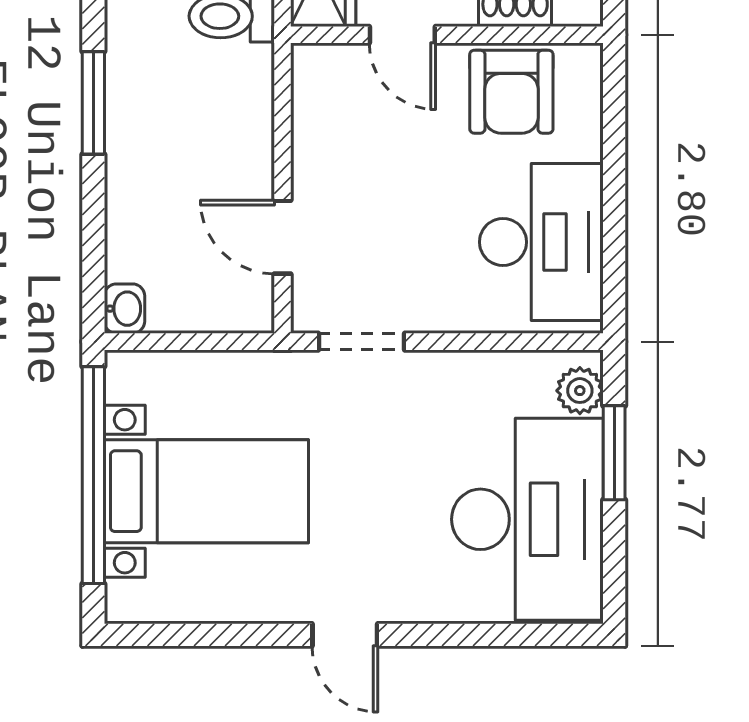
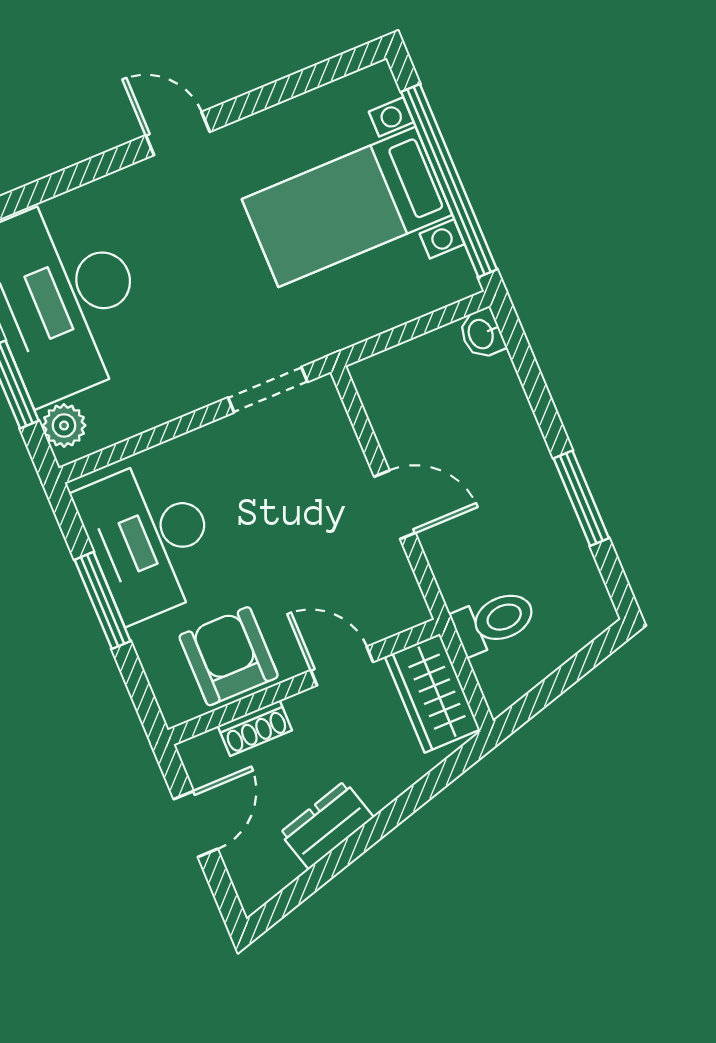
window: (614, 200) -> (103, 600), added
door: (283, 237) -> (395, 505), moved

